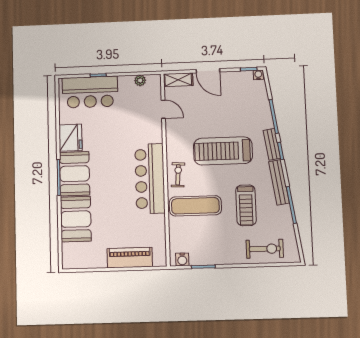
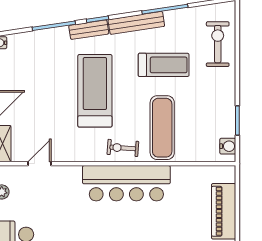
treadmill: (223, 151) -> (95, 91), turned 180

